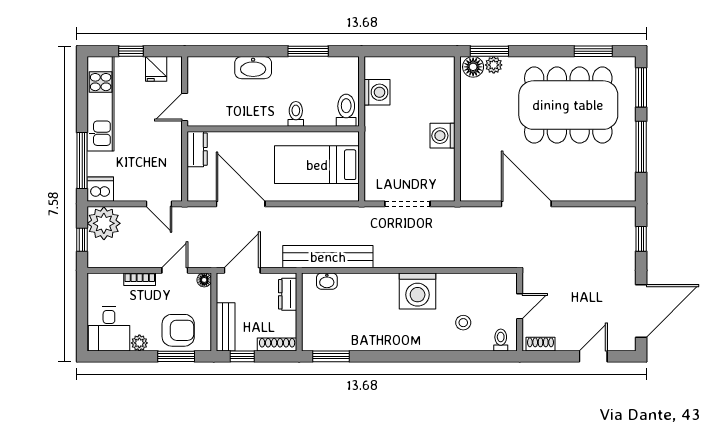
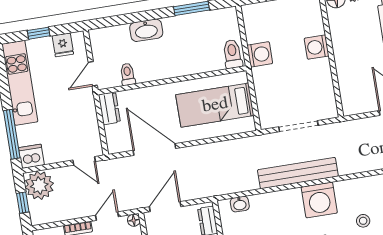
washing machine: (377, 92) -> (260, 54), moved
toilet: (296, 114) -> (128, 74), moved
washing machine: (442, 136) -> (317, 47), moved
bench: (328, 257) -> (298, 173), moved

